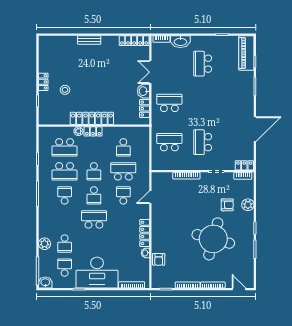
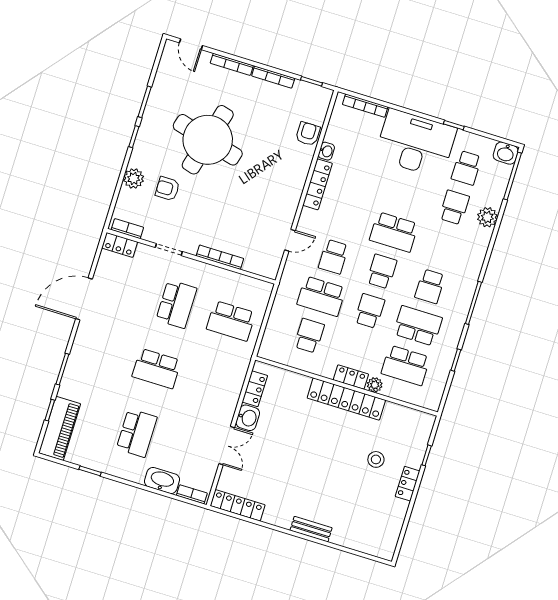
school desk: (169, 103) -> (157, 369), moved
school desk: (65, 147) -> (406, 365), turned 180

